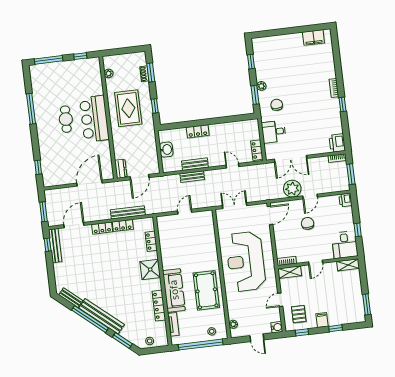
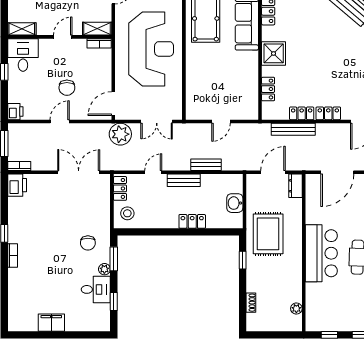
filing cabinet: (313, 37) -> (51, 323), moved
window: (151, 72) -> (243, 303), removed
rug: (128, 108) -> (268, 234), moved
stool: (249, 132) -> (127, 213), added
desk: (274, 132) -> (96, 289), moved
bench: (195, 164) -> (184, 180), moved
door: (232, 166) -> (153, 172), swing flipped
plant: (292, 189) -> (120, 134), moved

